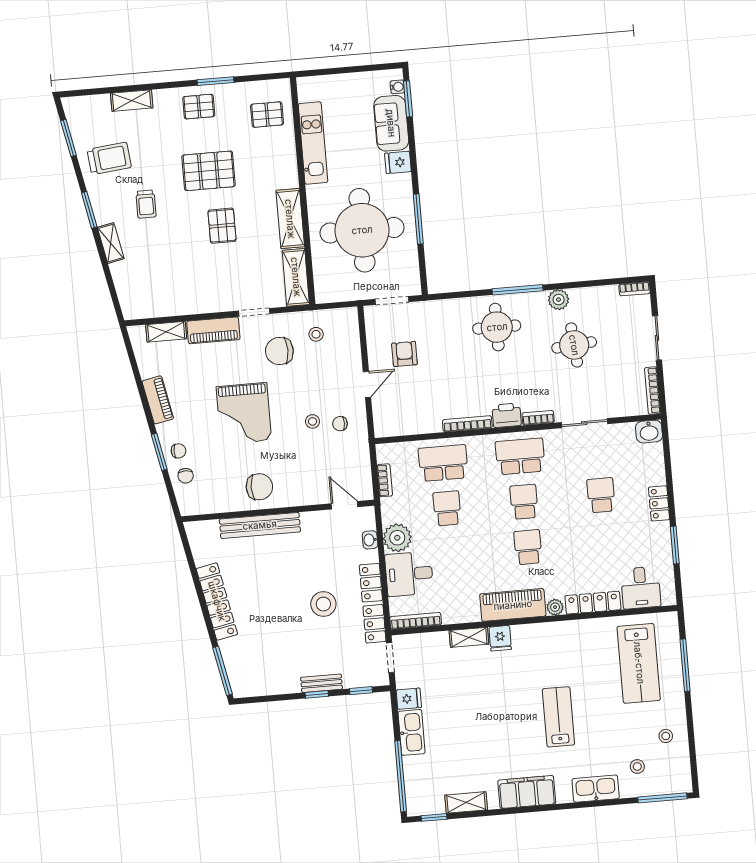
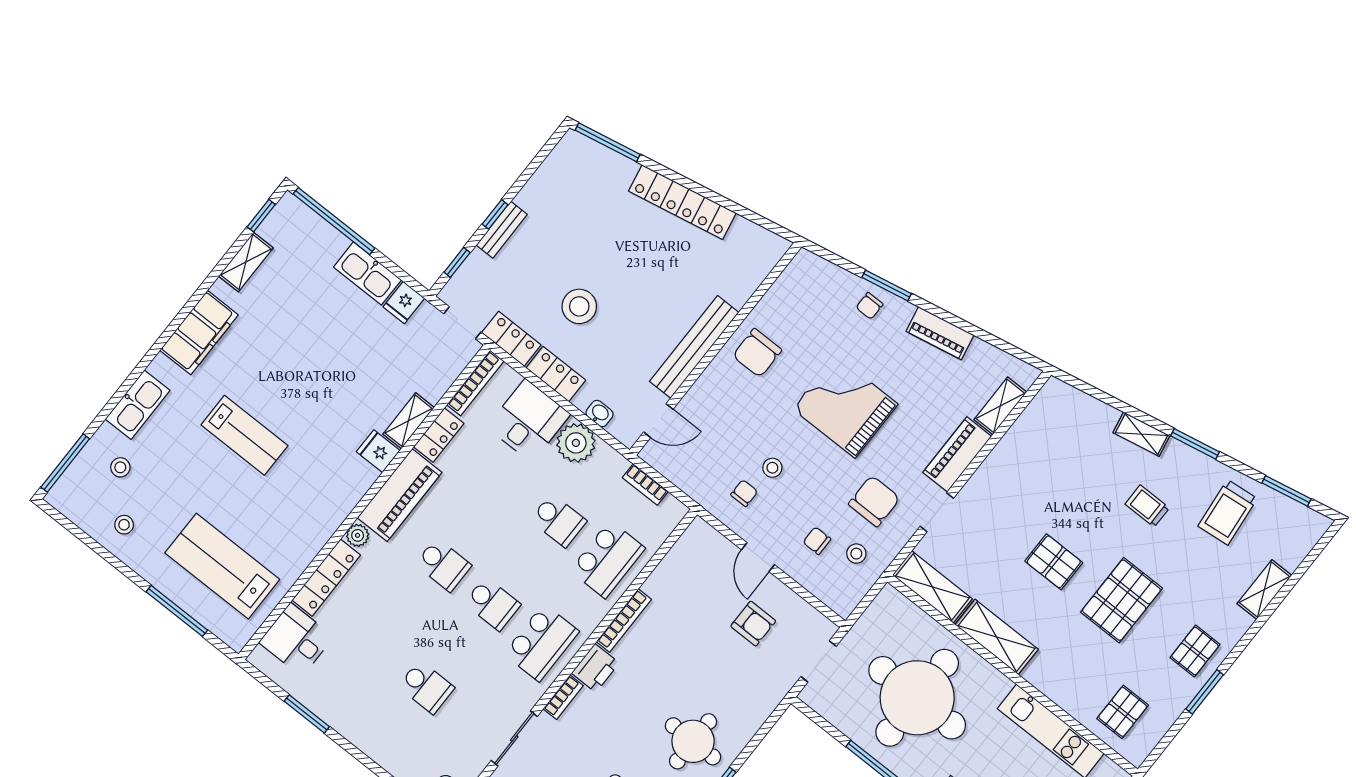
chair: (186, 476) -> (817, 541), moved
locker: (659, 503) -> (439, 435), moved, turned 90
bench: (260, 525) -> (694, 347), moved

